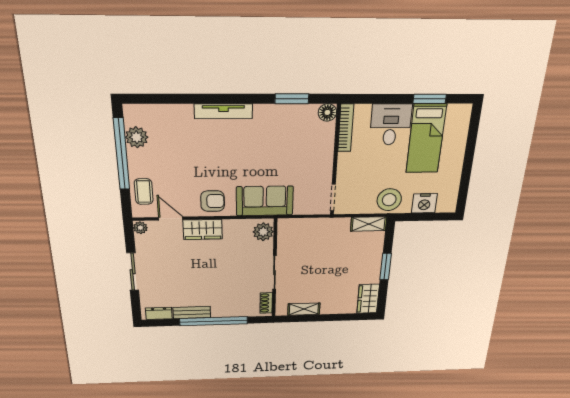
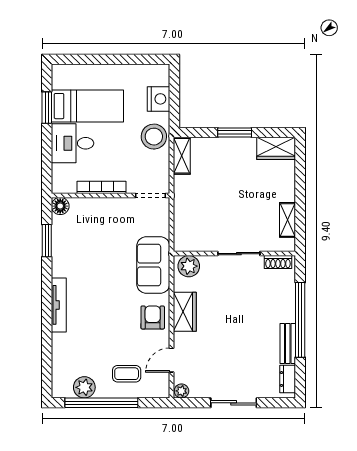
bookcase: (346, 128) -> (102, 187), moved
coffee table: (144, 192) -> (127, 374), moved
wardrobe: (203, 230) -> (185, 312), moved

